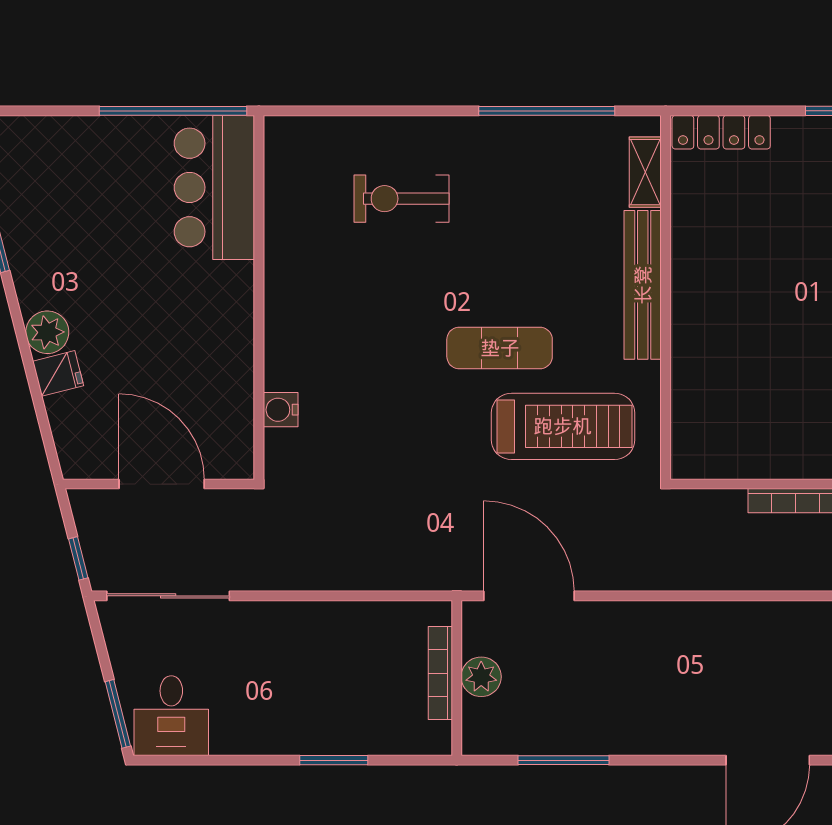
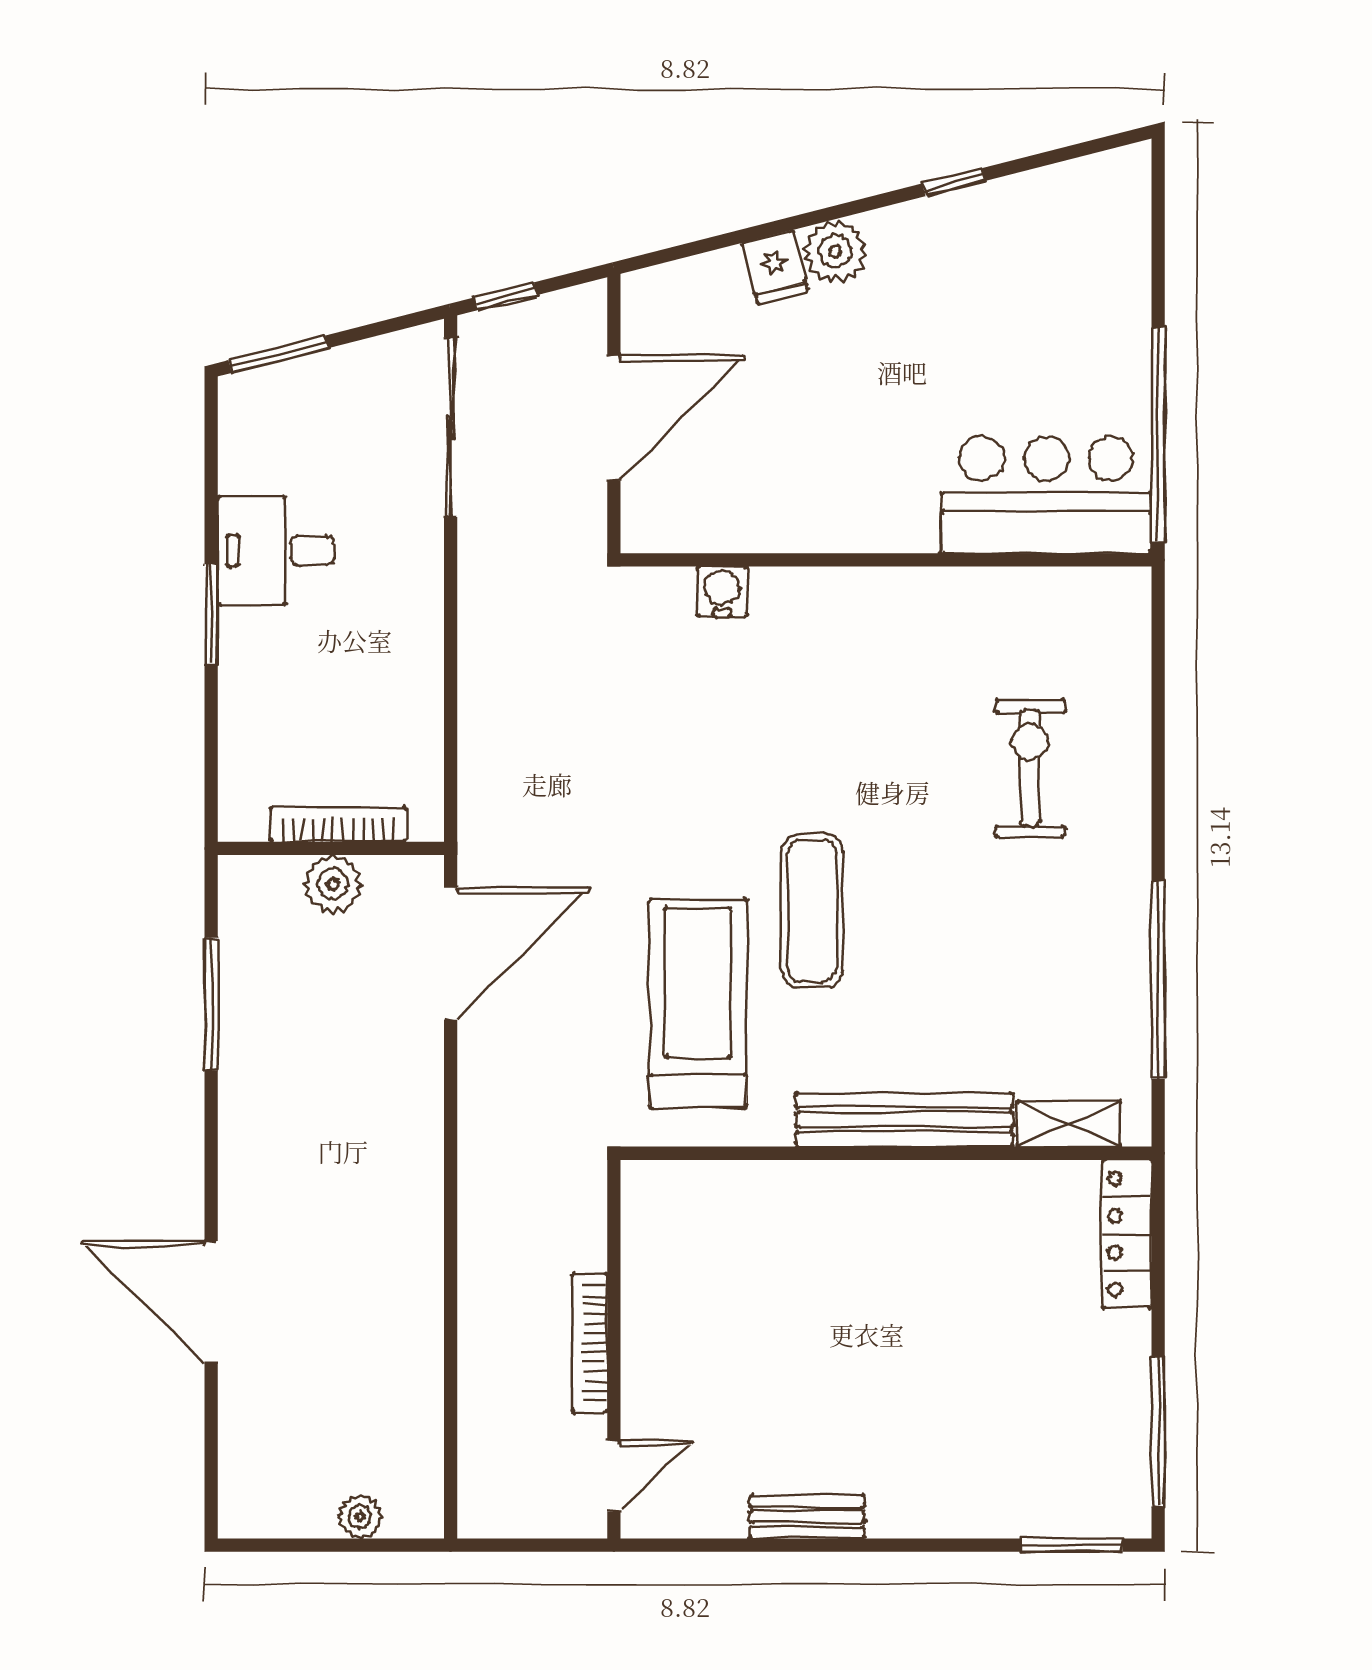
treadmill: (563, 426) -> (698, 1003), turned 180
desk: (171, 716) -> (276, 551), moved
window: (334, 760) -> (211, 614), moved

